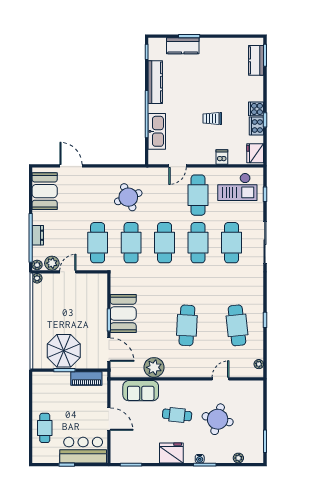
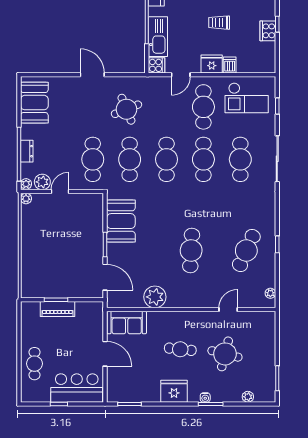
cooker: (256, 109) -> (157, 65), moved, turned 180
fridge: (255, 153) -> (212, 64), moved, turned 90
door: (71, 166) -> (92, 75), moved
booth: (123, 314) -> (121, 221), moved
cafe table: (237, 325) -> (246, 250), turned 30
parasol: (64, 351) -> (55, 278), removed
piano: (86, 379) -> (57, 309), moved
sofa: (141, 391) -> (127, 323), moved

